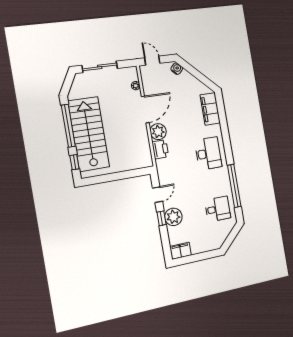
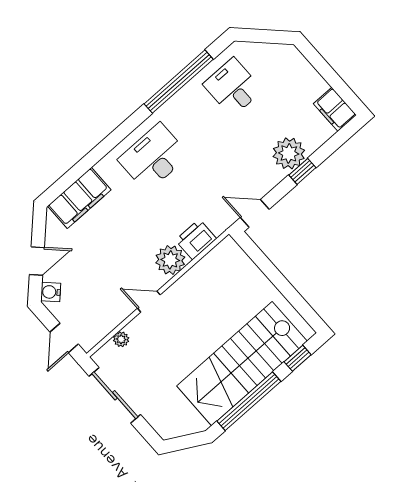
sliding door: (100, 67) -> (115, 395), moved
door: (194, 72) -> (37, 261), added
door: (145, 110) -> (149, 302), width x0.53
door: (157, 195) -> (255, 213), moved

